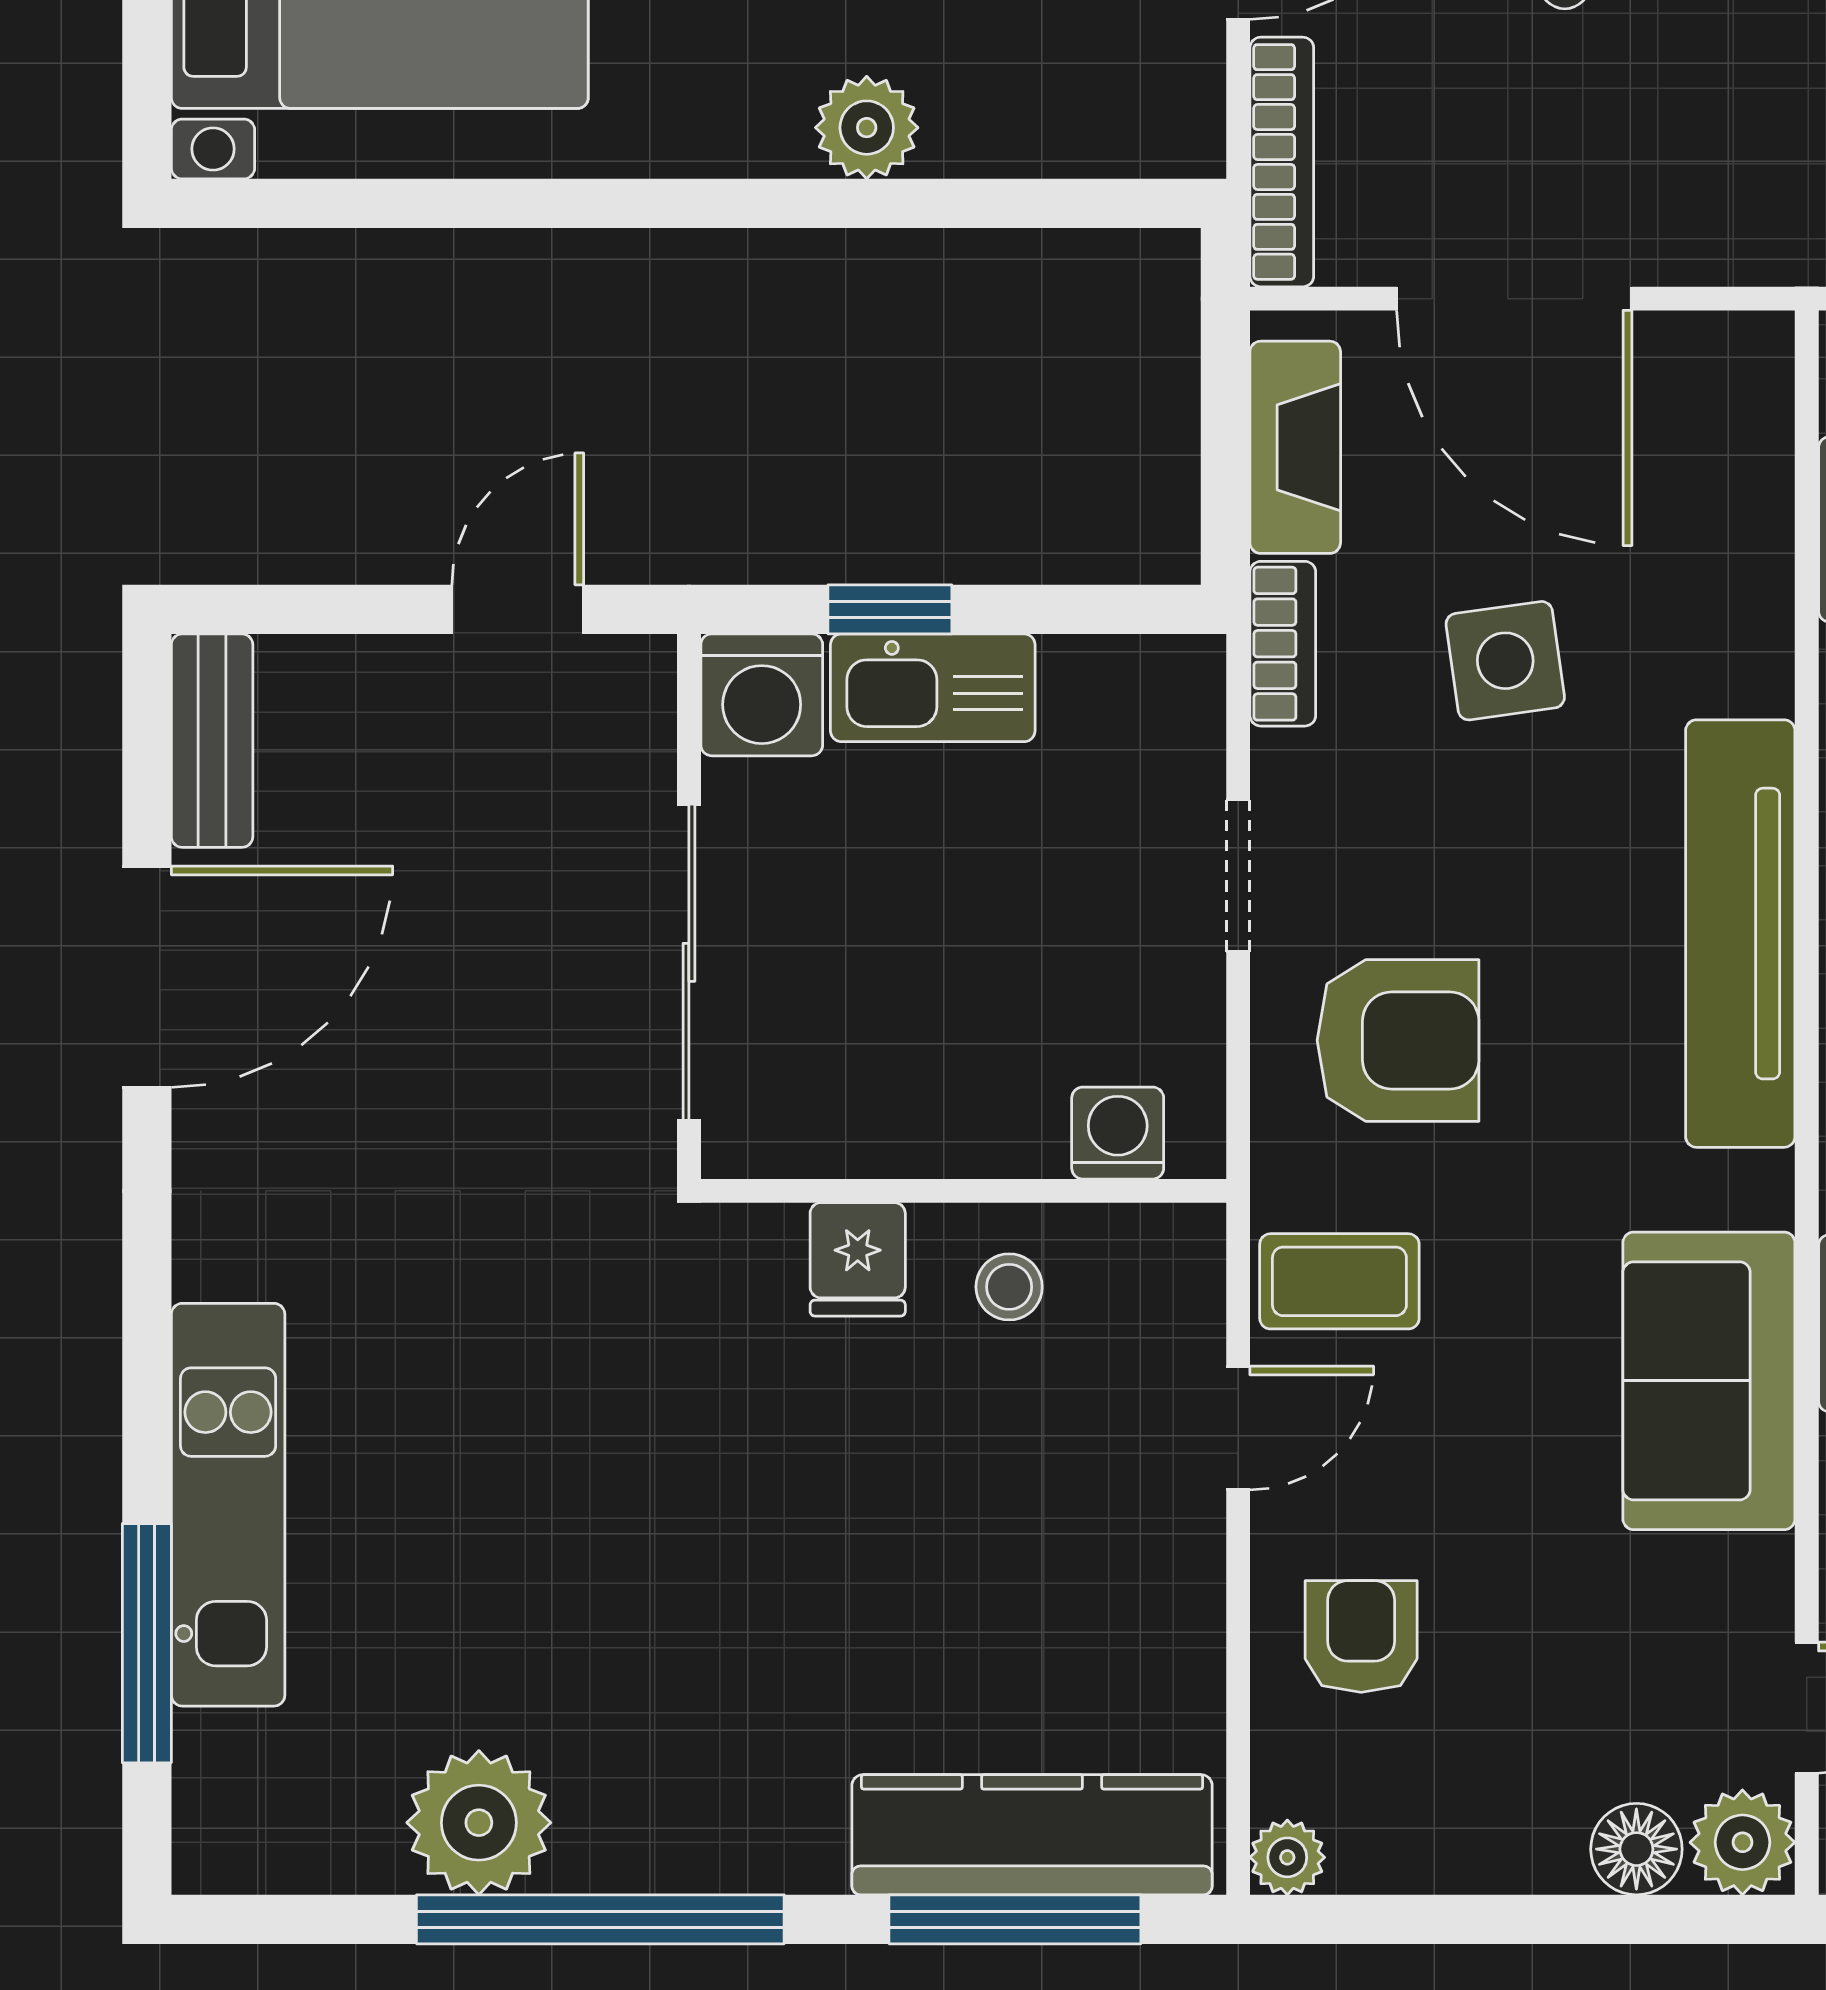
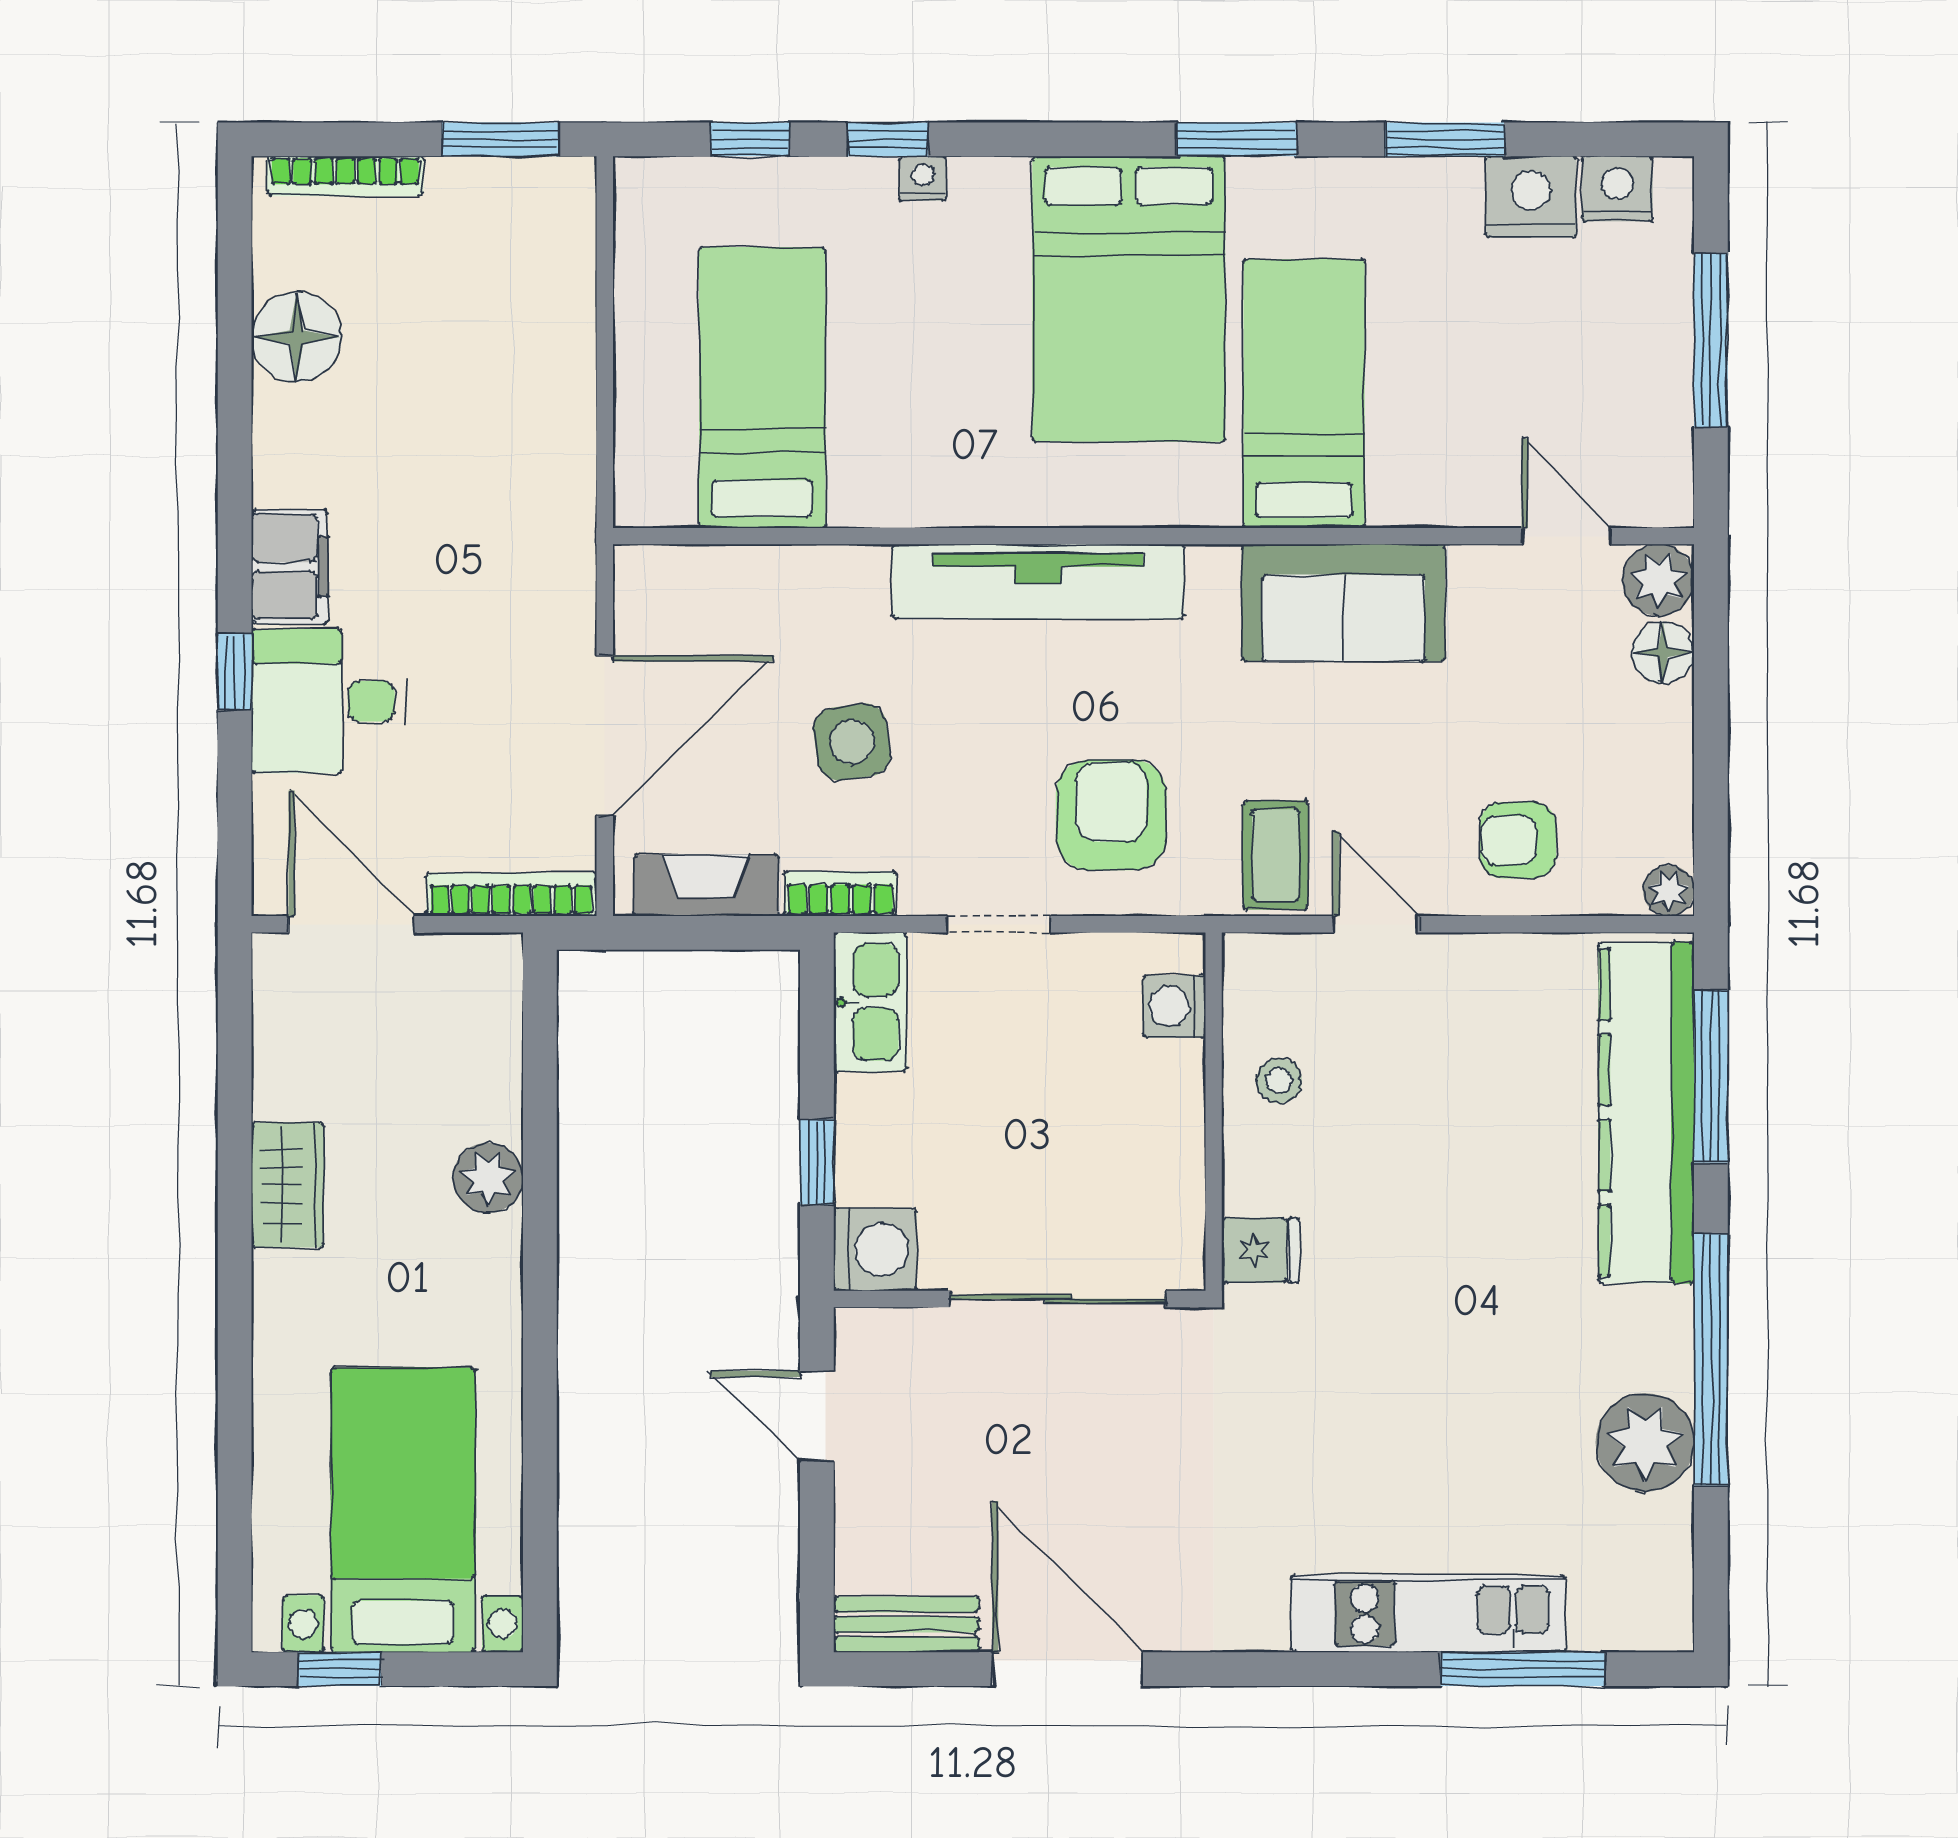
kitchen sink: (933, 688) -> (870, 1002), moved
fridge: (858, 1259) -> (1260, 1250), moved
kitchen counter: (1032, 1835) -> (1646, 1113), width x1.39, depth x1.17

